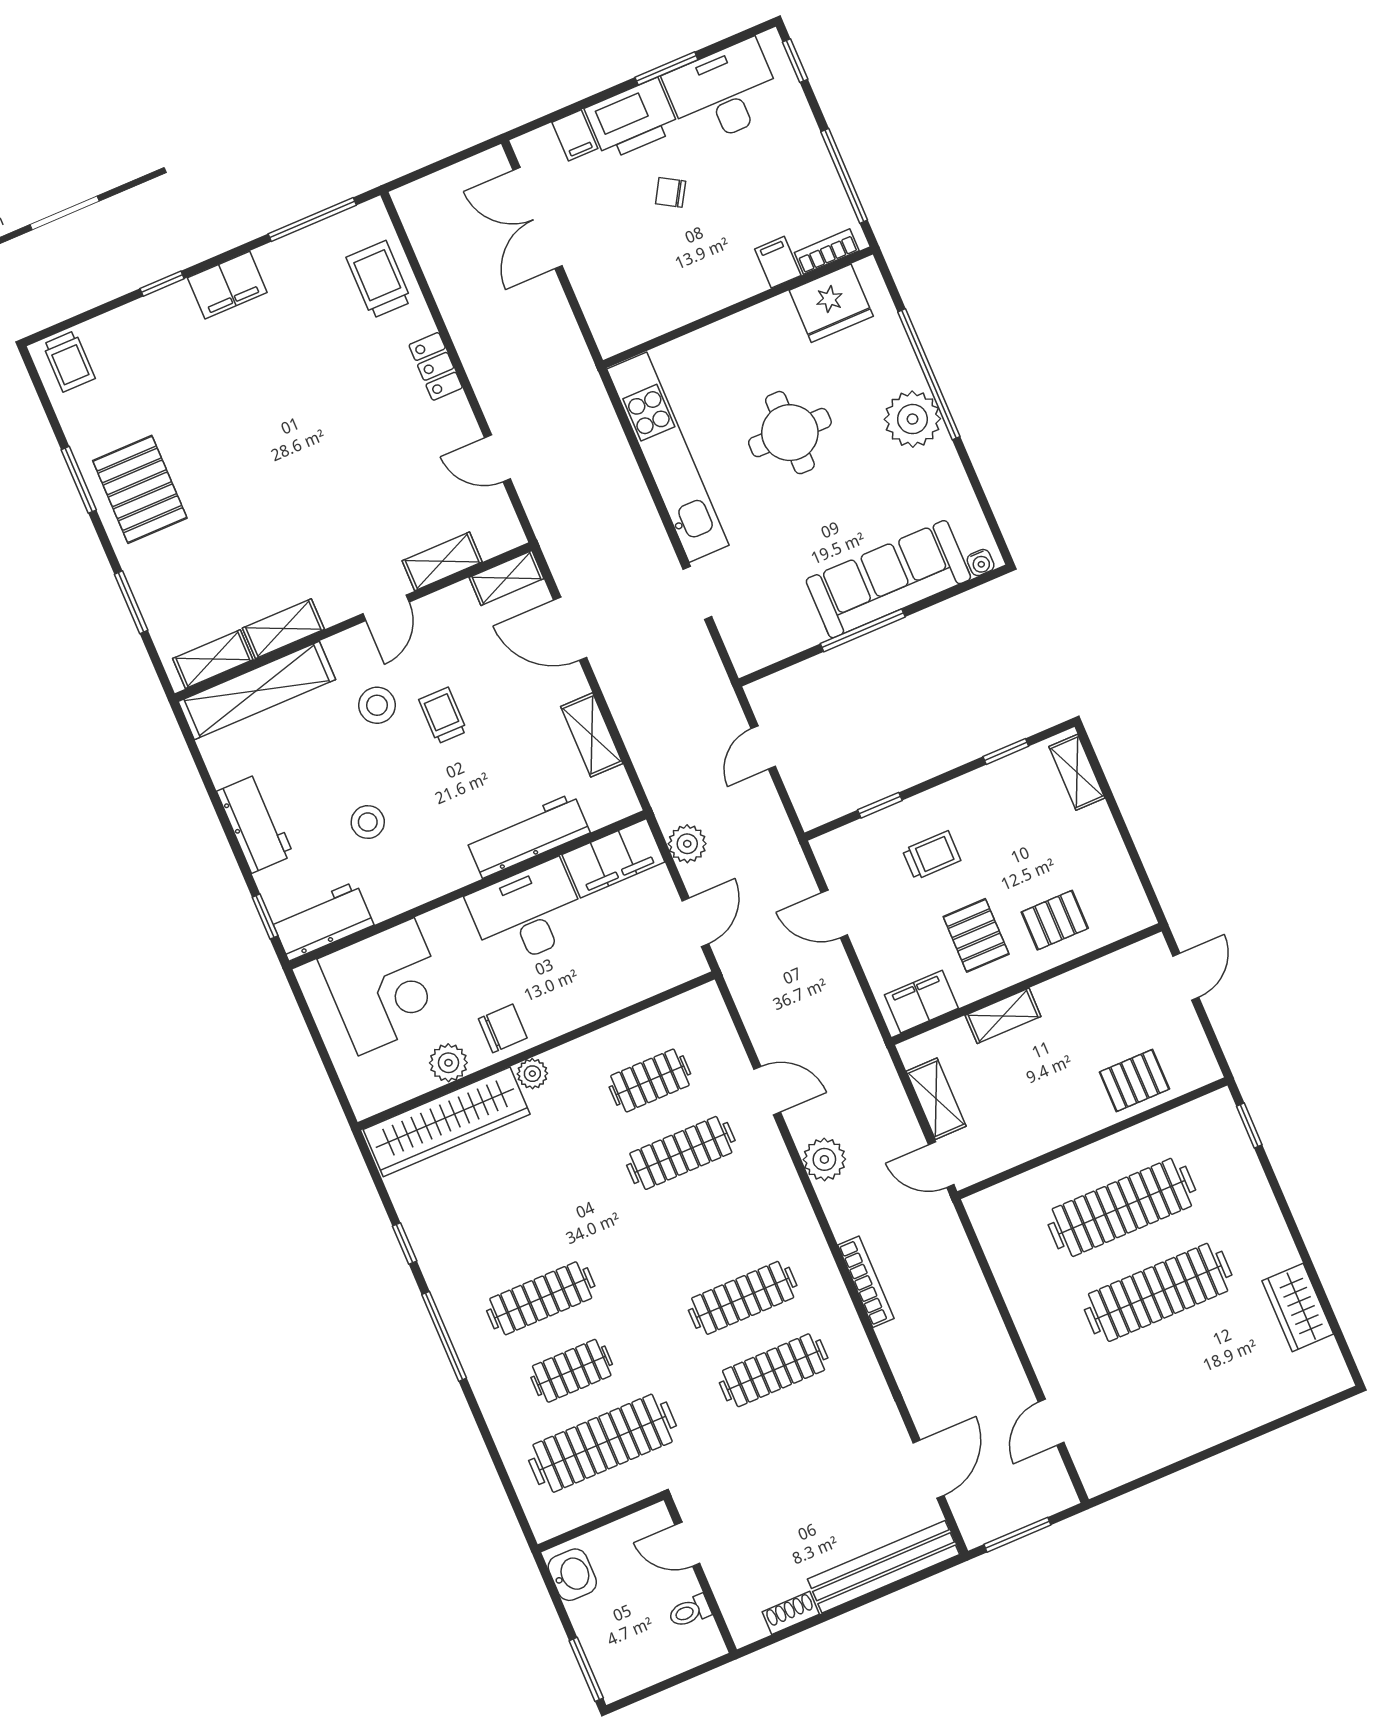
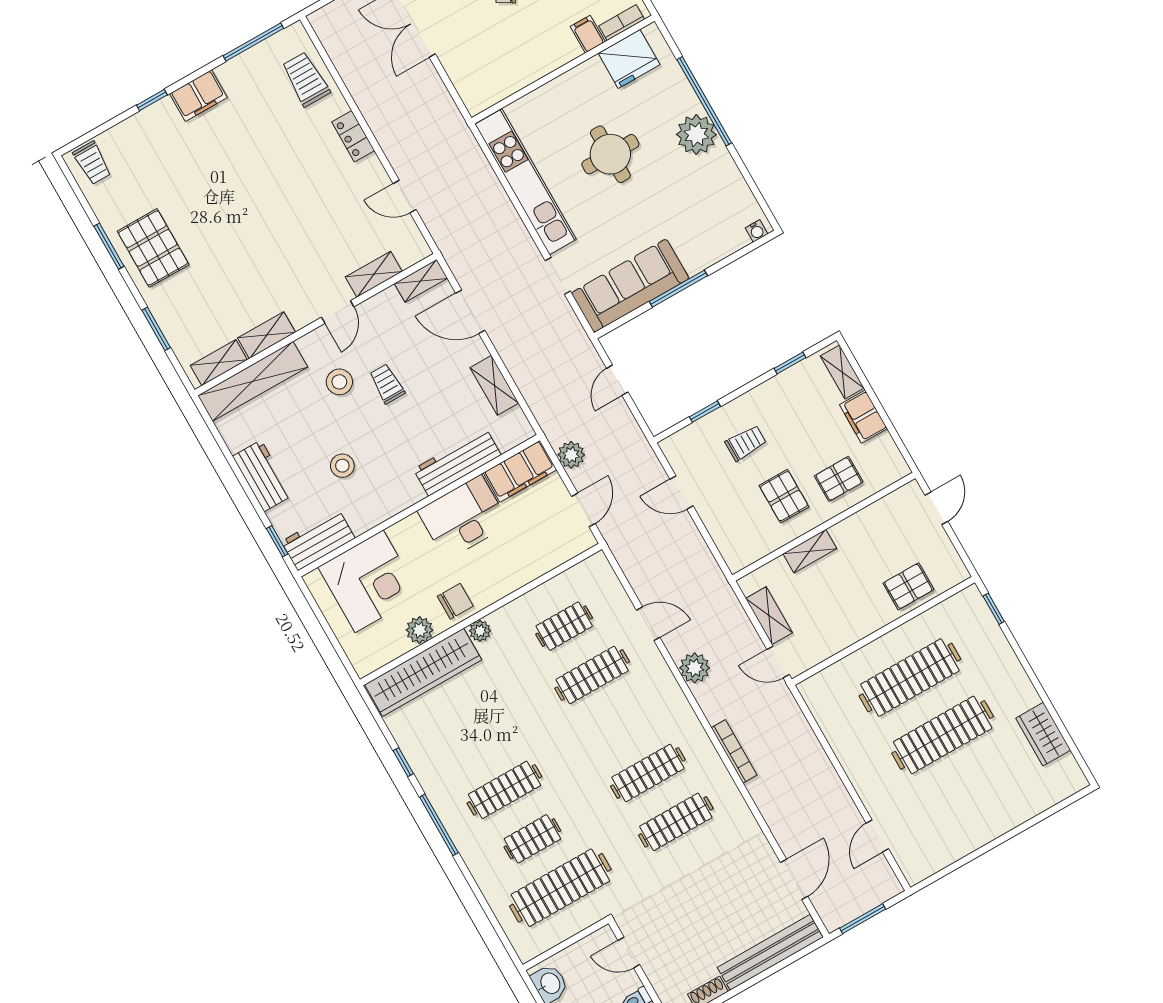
sofa: (888, 579) -> (630, 286), moved
filing cabinet: (921, 1002) -> (863, 417), moved, turned -90

